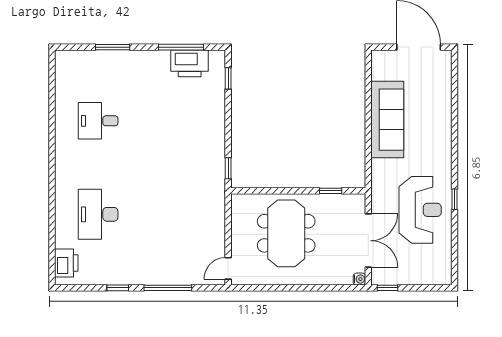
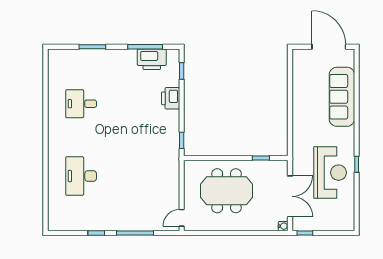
sofa: (387, 120) -> (342, 97), moved, turned 180
meeting table: (286, 233) -> (227, 191), turned 90
printer: (66, 263) -> (171, 98), moved, turned 180

